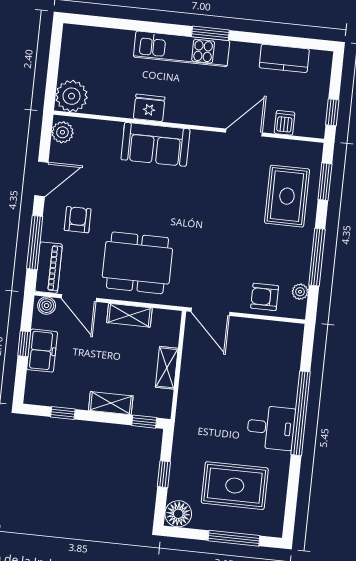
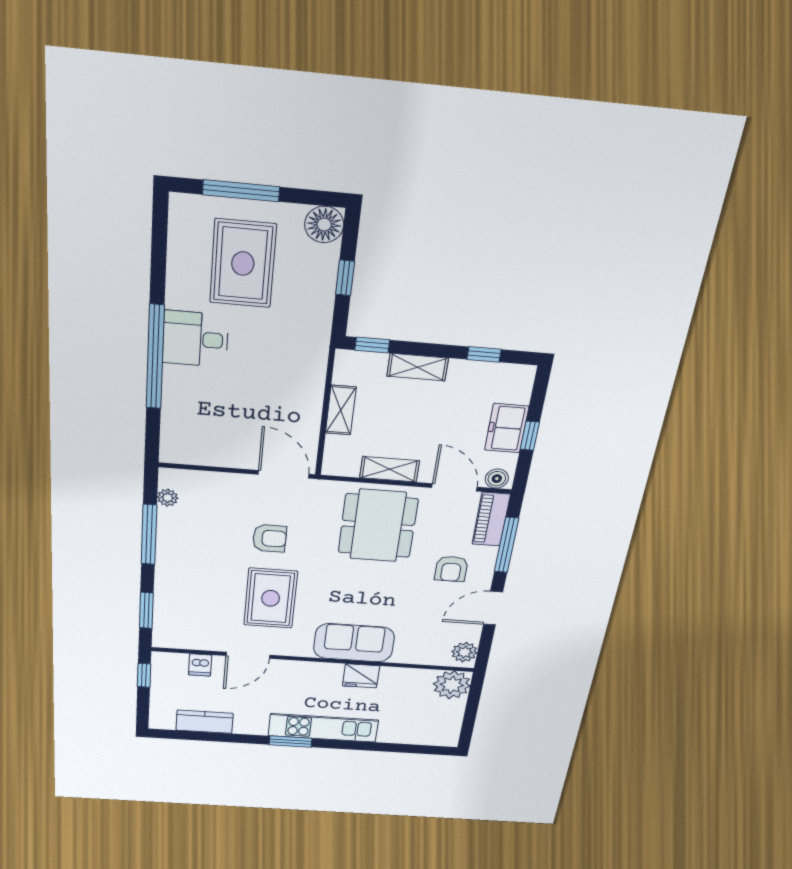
rug: (287, 196) -> (271, 598), moved
dining table: (137, 263) -> (378, 526), turned 90
armchair: (265, 297) -> (270, 538), moved
rug: (235, 486) -> (243, 264), turned 90

